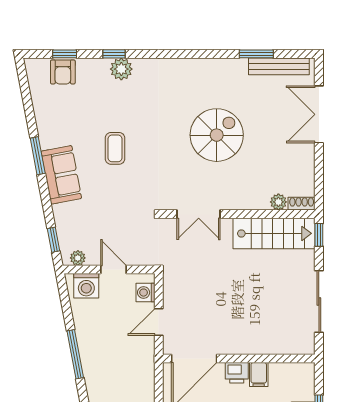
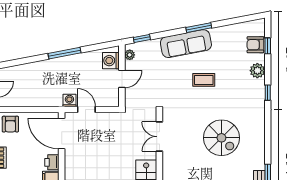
window: (114, 54) -> (268, 93), moved
plant: (121, 69) -> (257, 71), moved
spiral stairs: (217, 135) -> (221, 138), moved
sofa: (61, 175) -> (186, 44), width x1.36
washing machine: (145, 293) -> (69, 101), moved

